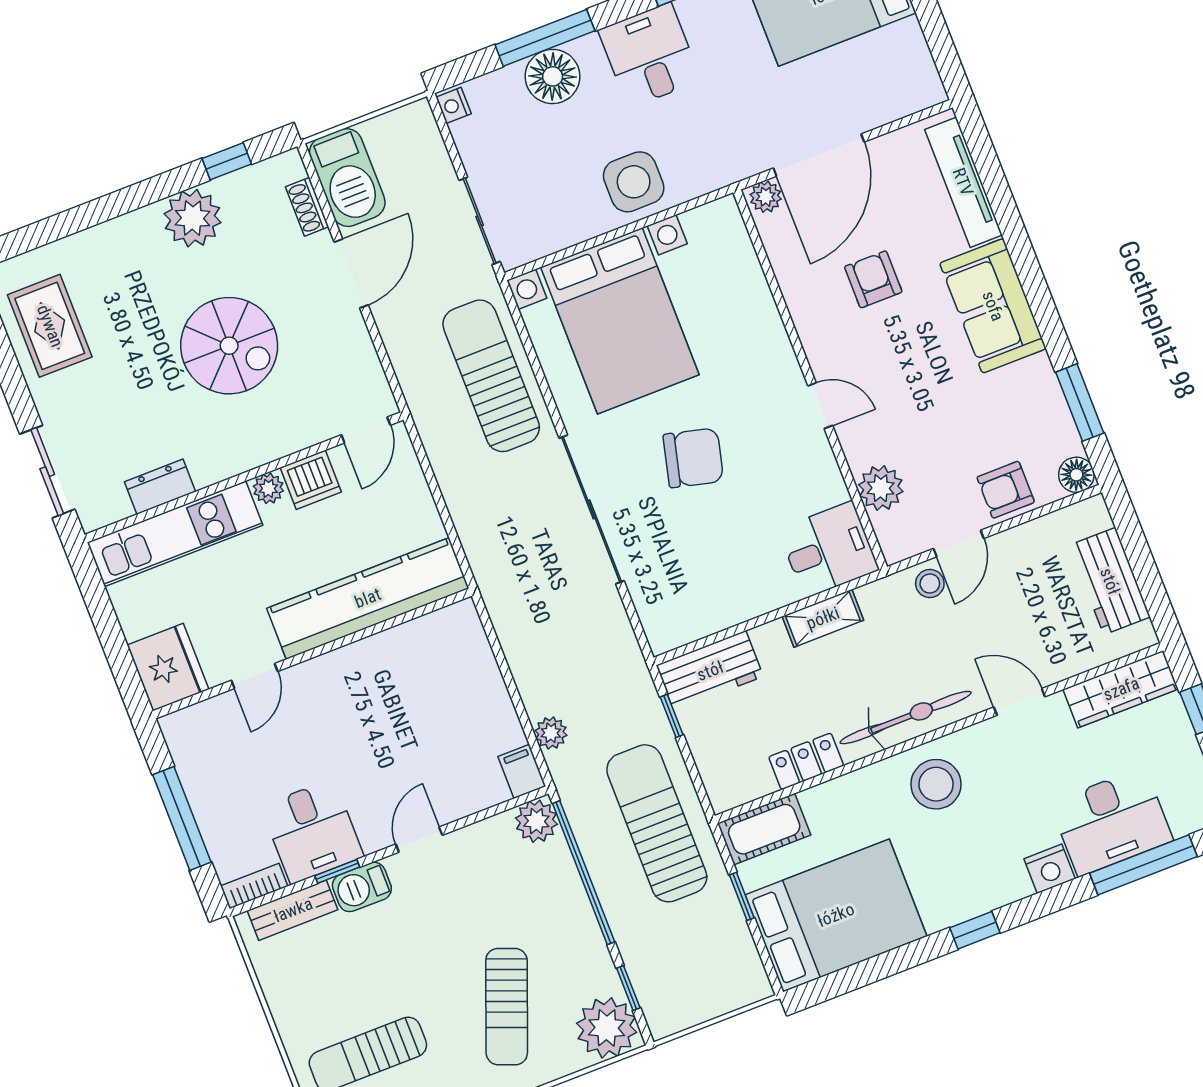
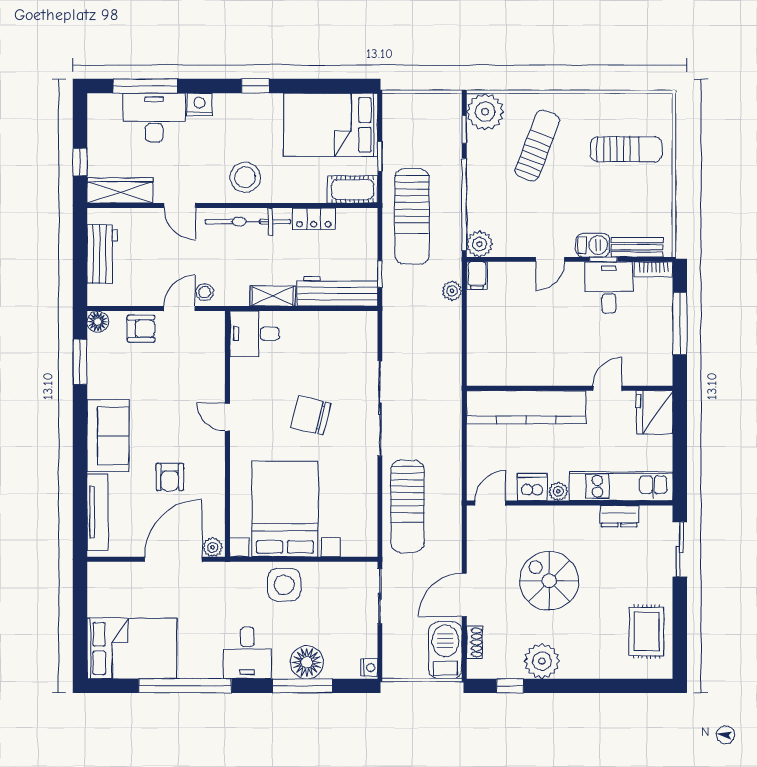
bed with nightstands: (620, 321) -> (285, 509), moved
plant: (881, 488) -> (211, 357), removed
workbench: (710, 671) -> (337, 291), width x1.38

